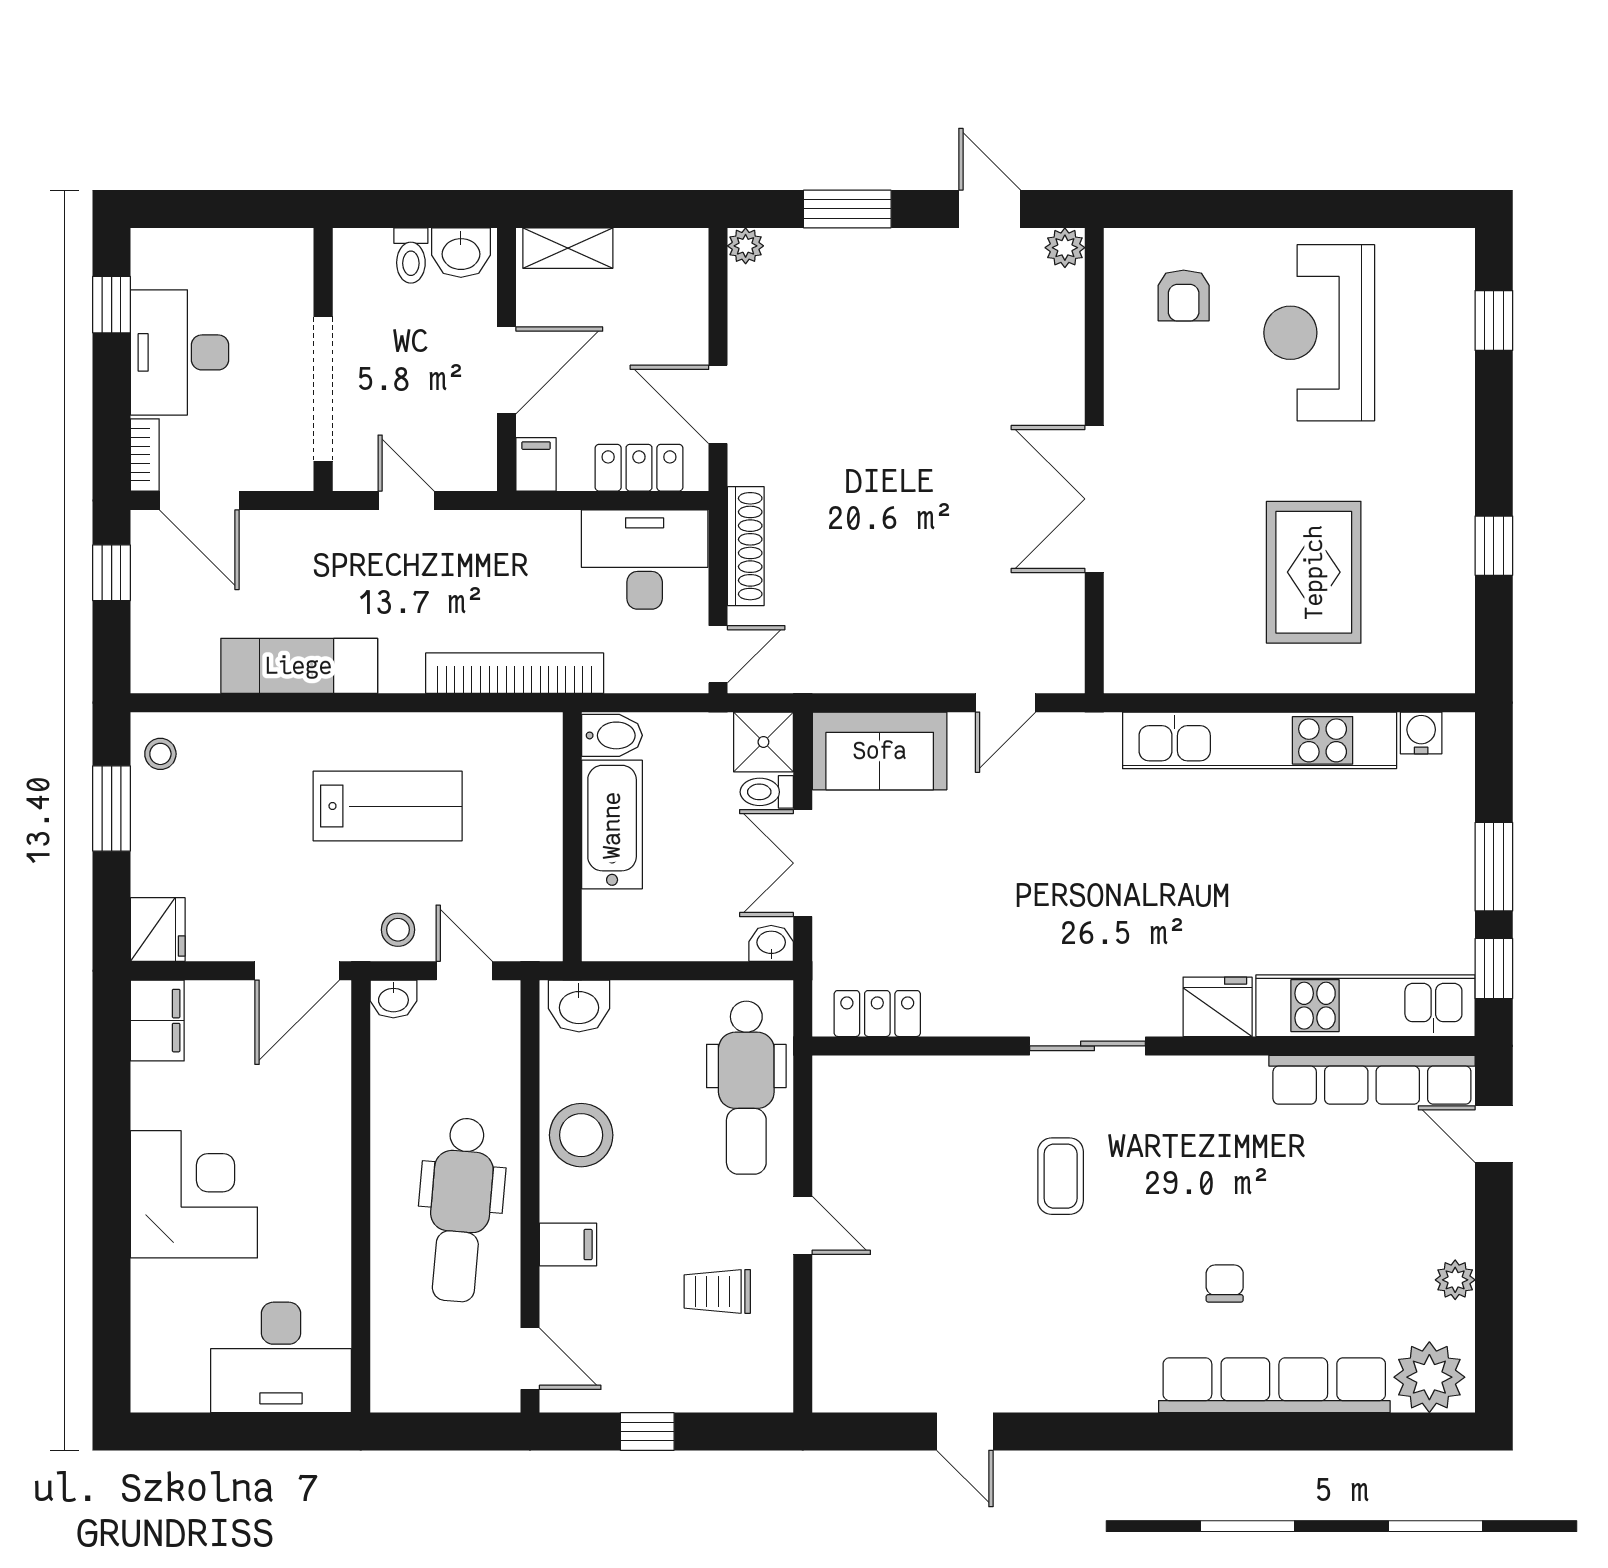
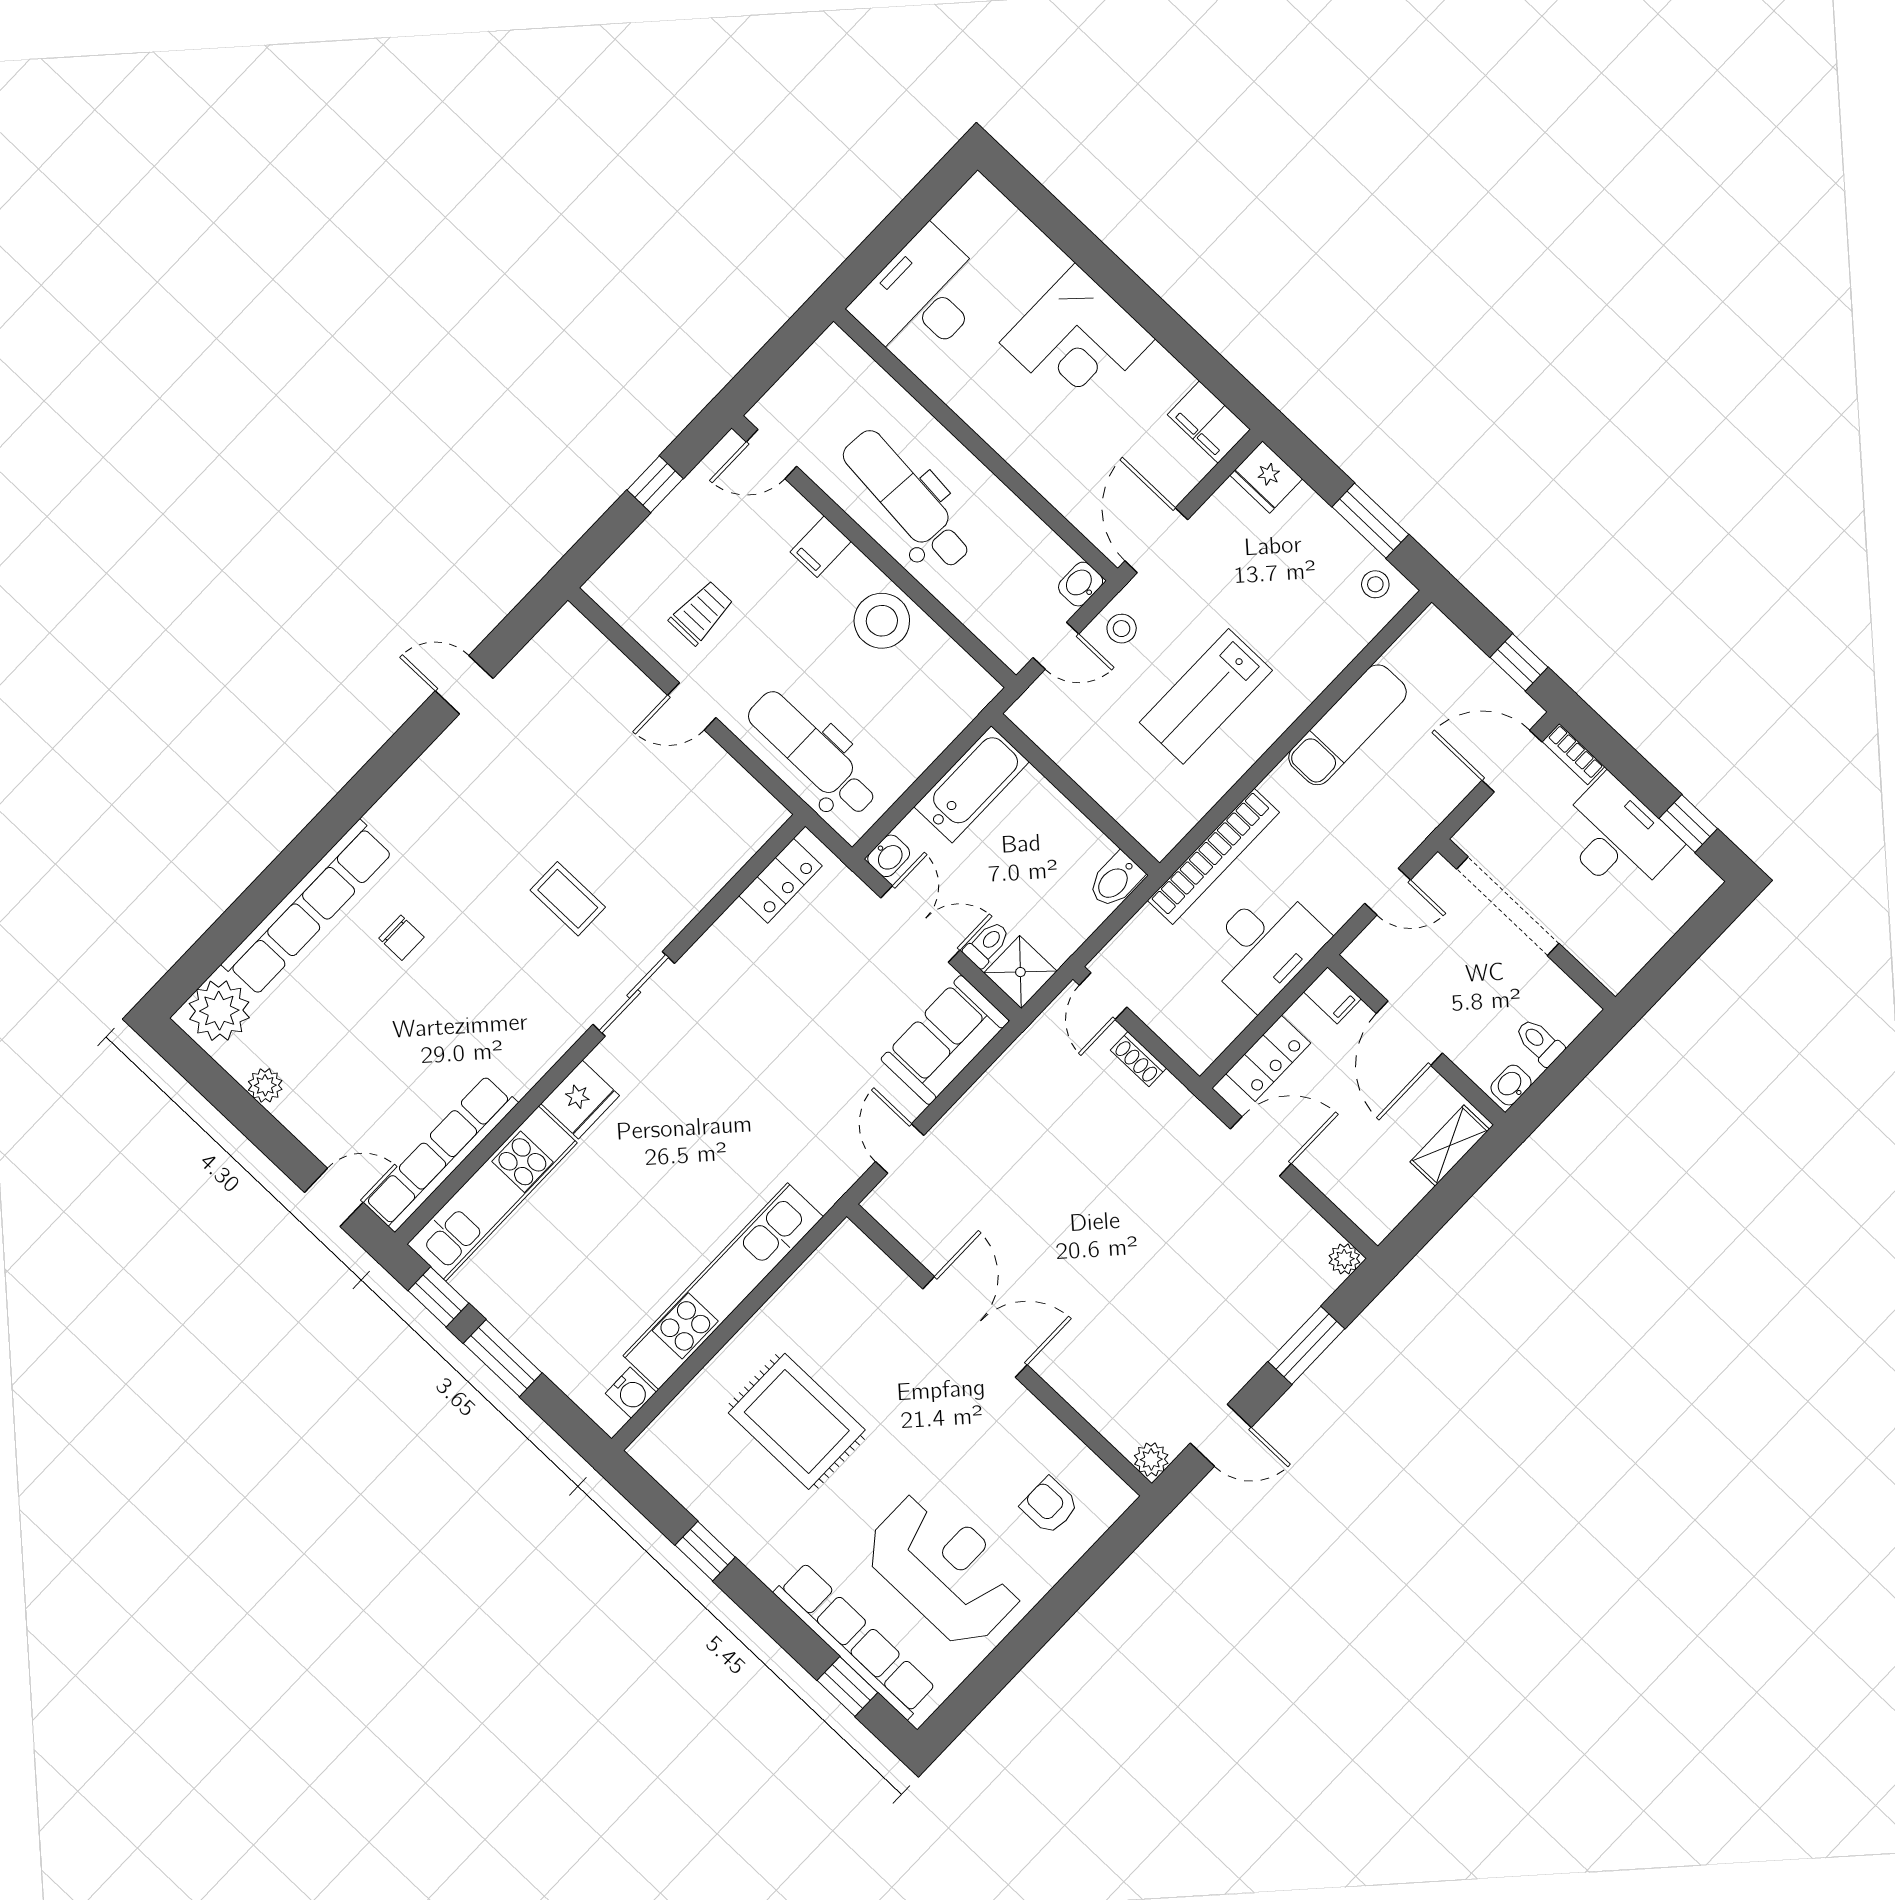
washbasin: (461, 253) -> (1511, 1085), width x0.72, depth x0.69
row of seats: (1450, 351) -> (855, 1641), added
shoe rack: (746, 546) -> (1138, 1059), width x0.51, depth x0.81
desk: (645, 560) -> (1265, 946), moved
bathtub: (612, 825) -> (972, 784), moved, turned -90
washbasin: (579, 1006) -> (965, 697), removed

